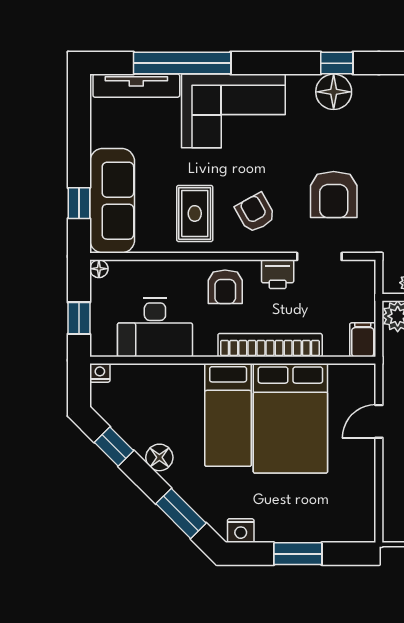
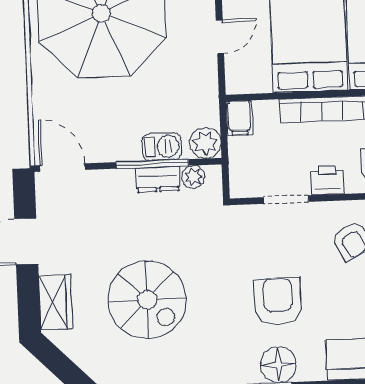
armchair: (334, 195) -> (278, 301), moved

